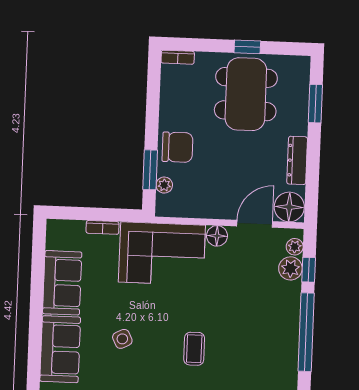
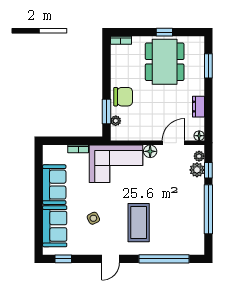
dresser: (297, 160) -> (198, 107), width x0.70
floor lamp: (289, 207) -> (199, 136), width x0.53, depth x0.53
coffee table: (194, 349) -> (139, 223), width x1.86, depth x1.72

